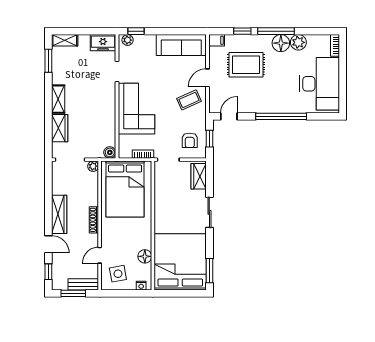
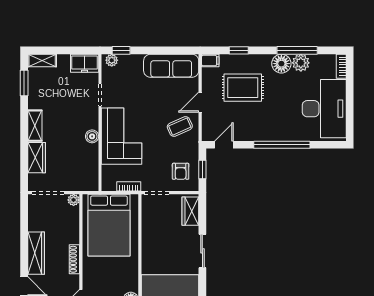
window: (276, 31) -> (297, 50), moved
boiler: (110, 152) -> (92, 136), moved

